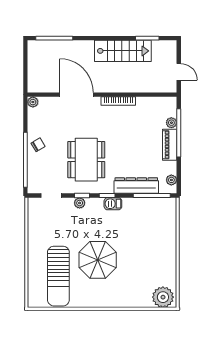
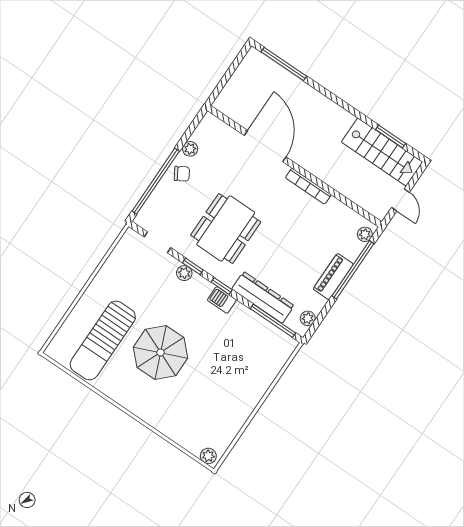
stairs: (123, 51) -> (382, 152), moved
plant: (33, 102) -> (190, 149), moved
plant: (171, 123) -> (365, 234), moved
plant: (163, 297) -> (208, 456), width x0.53, depth x0.53

